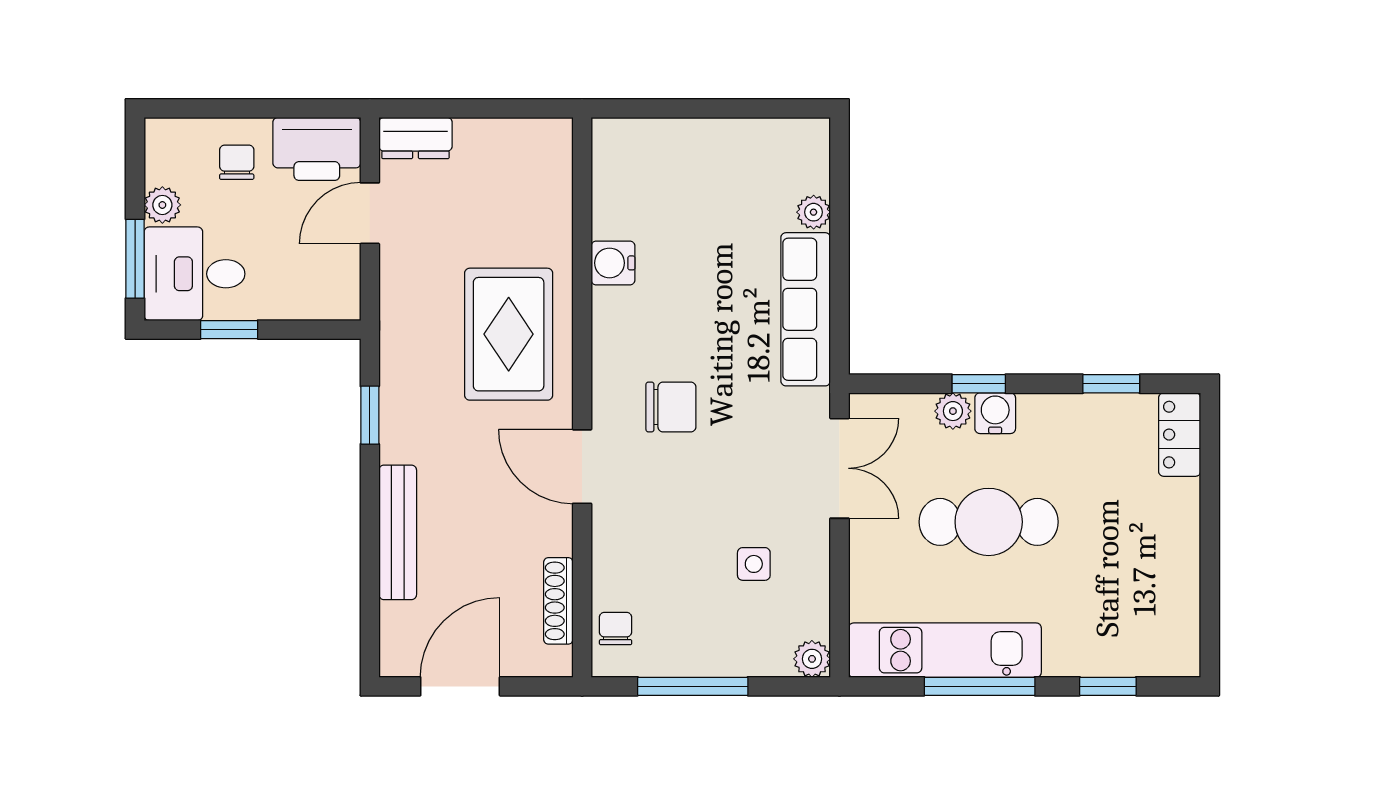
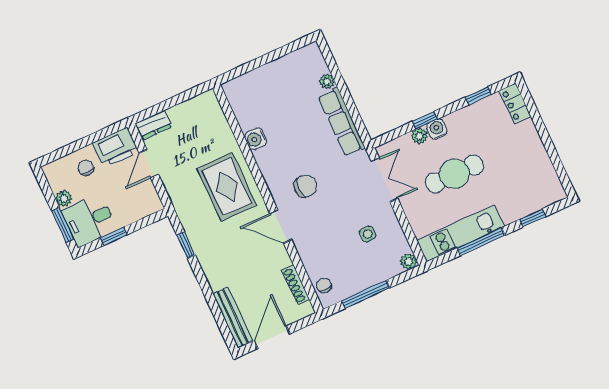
bench: (398, 532) -> (233, 317), moved

